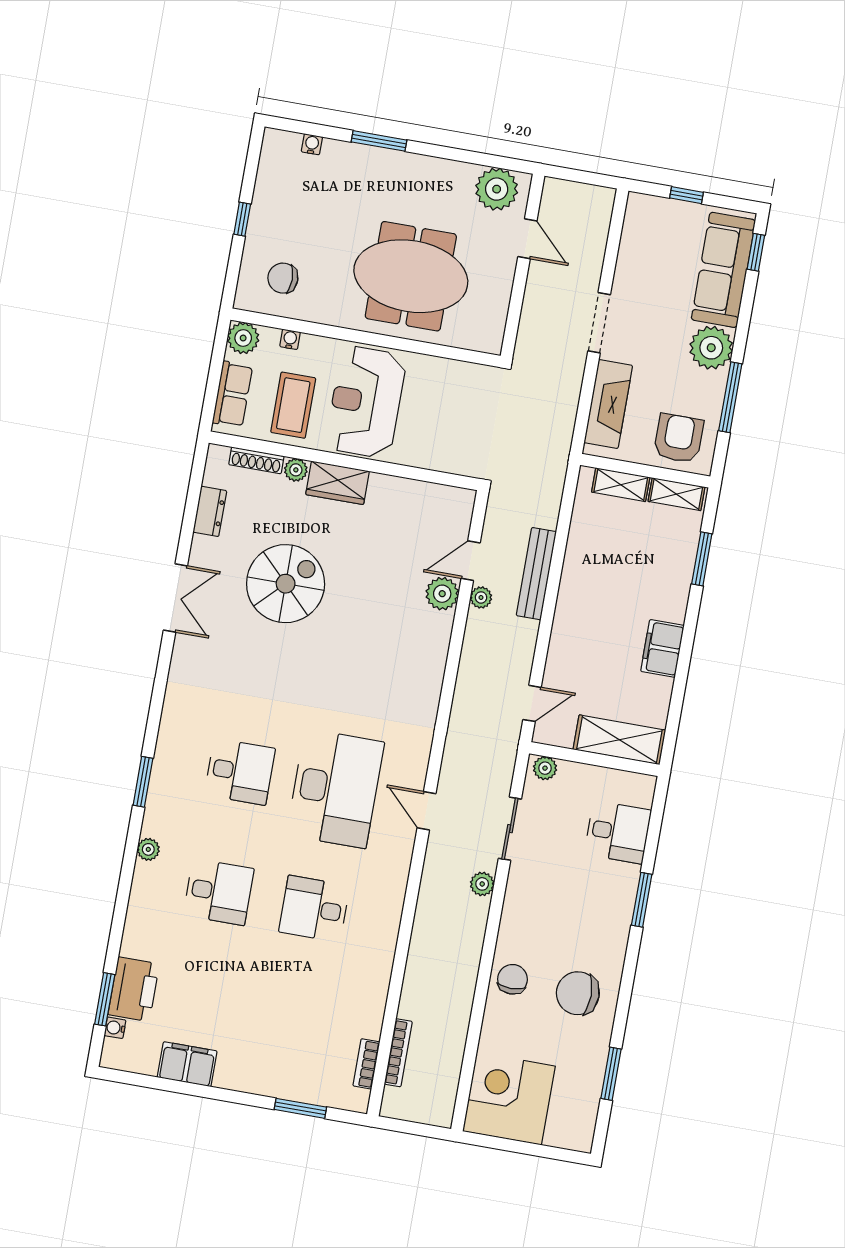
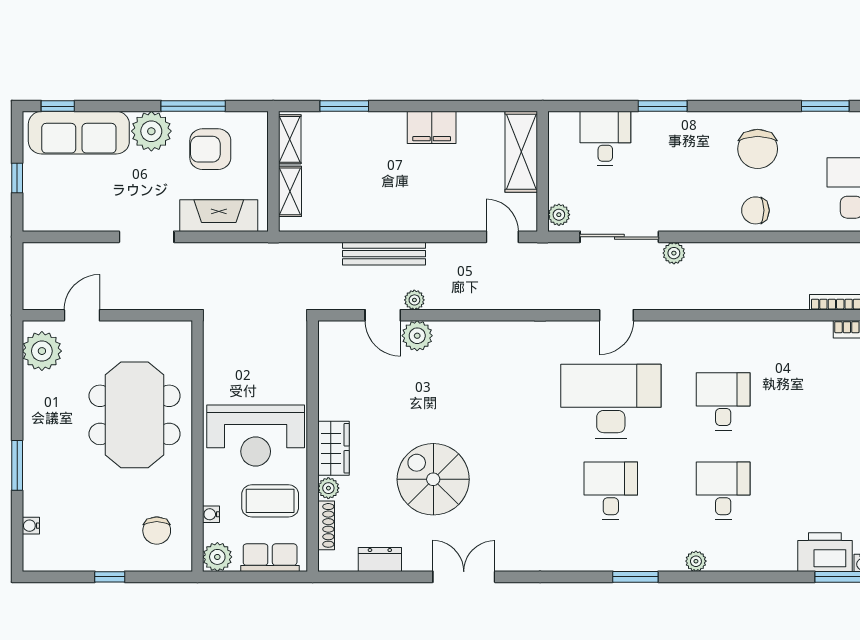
armchair: (679, 438) -> (210, 149), moved
sliding door: (510, 829) -> (619, 237), width x1.37
desk: (314, 909) -> (723, 401), turned 180

